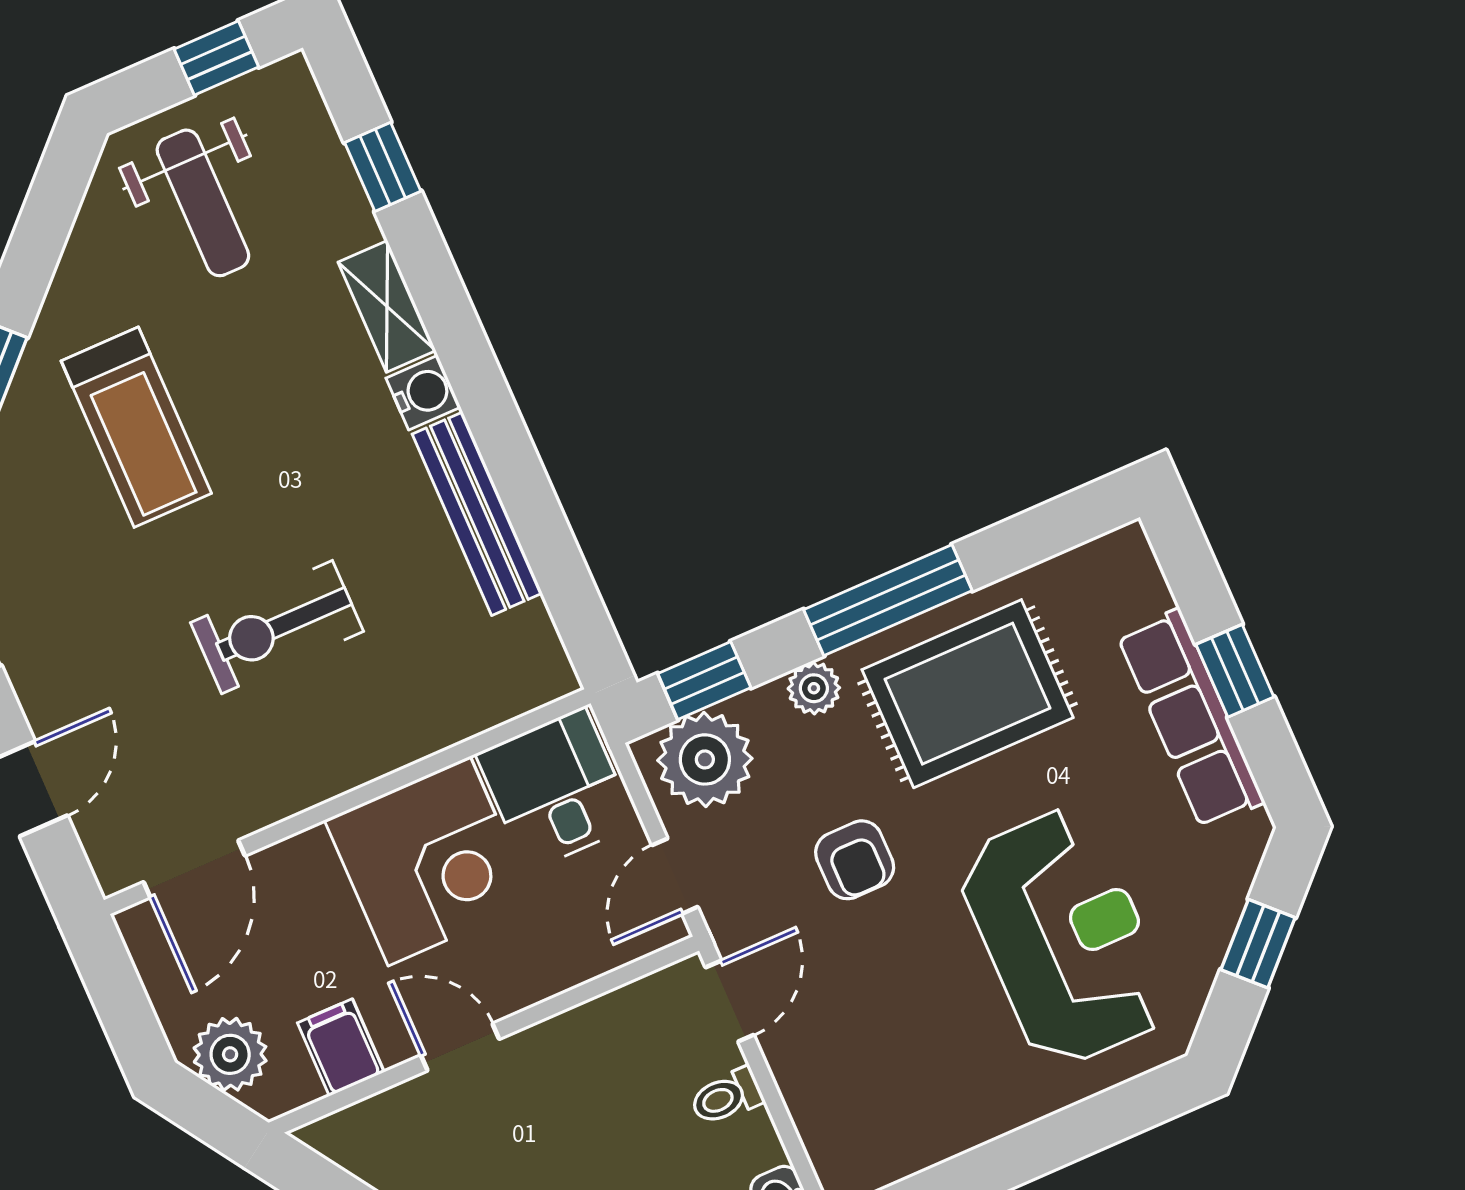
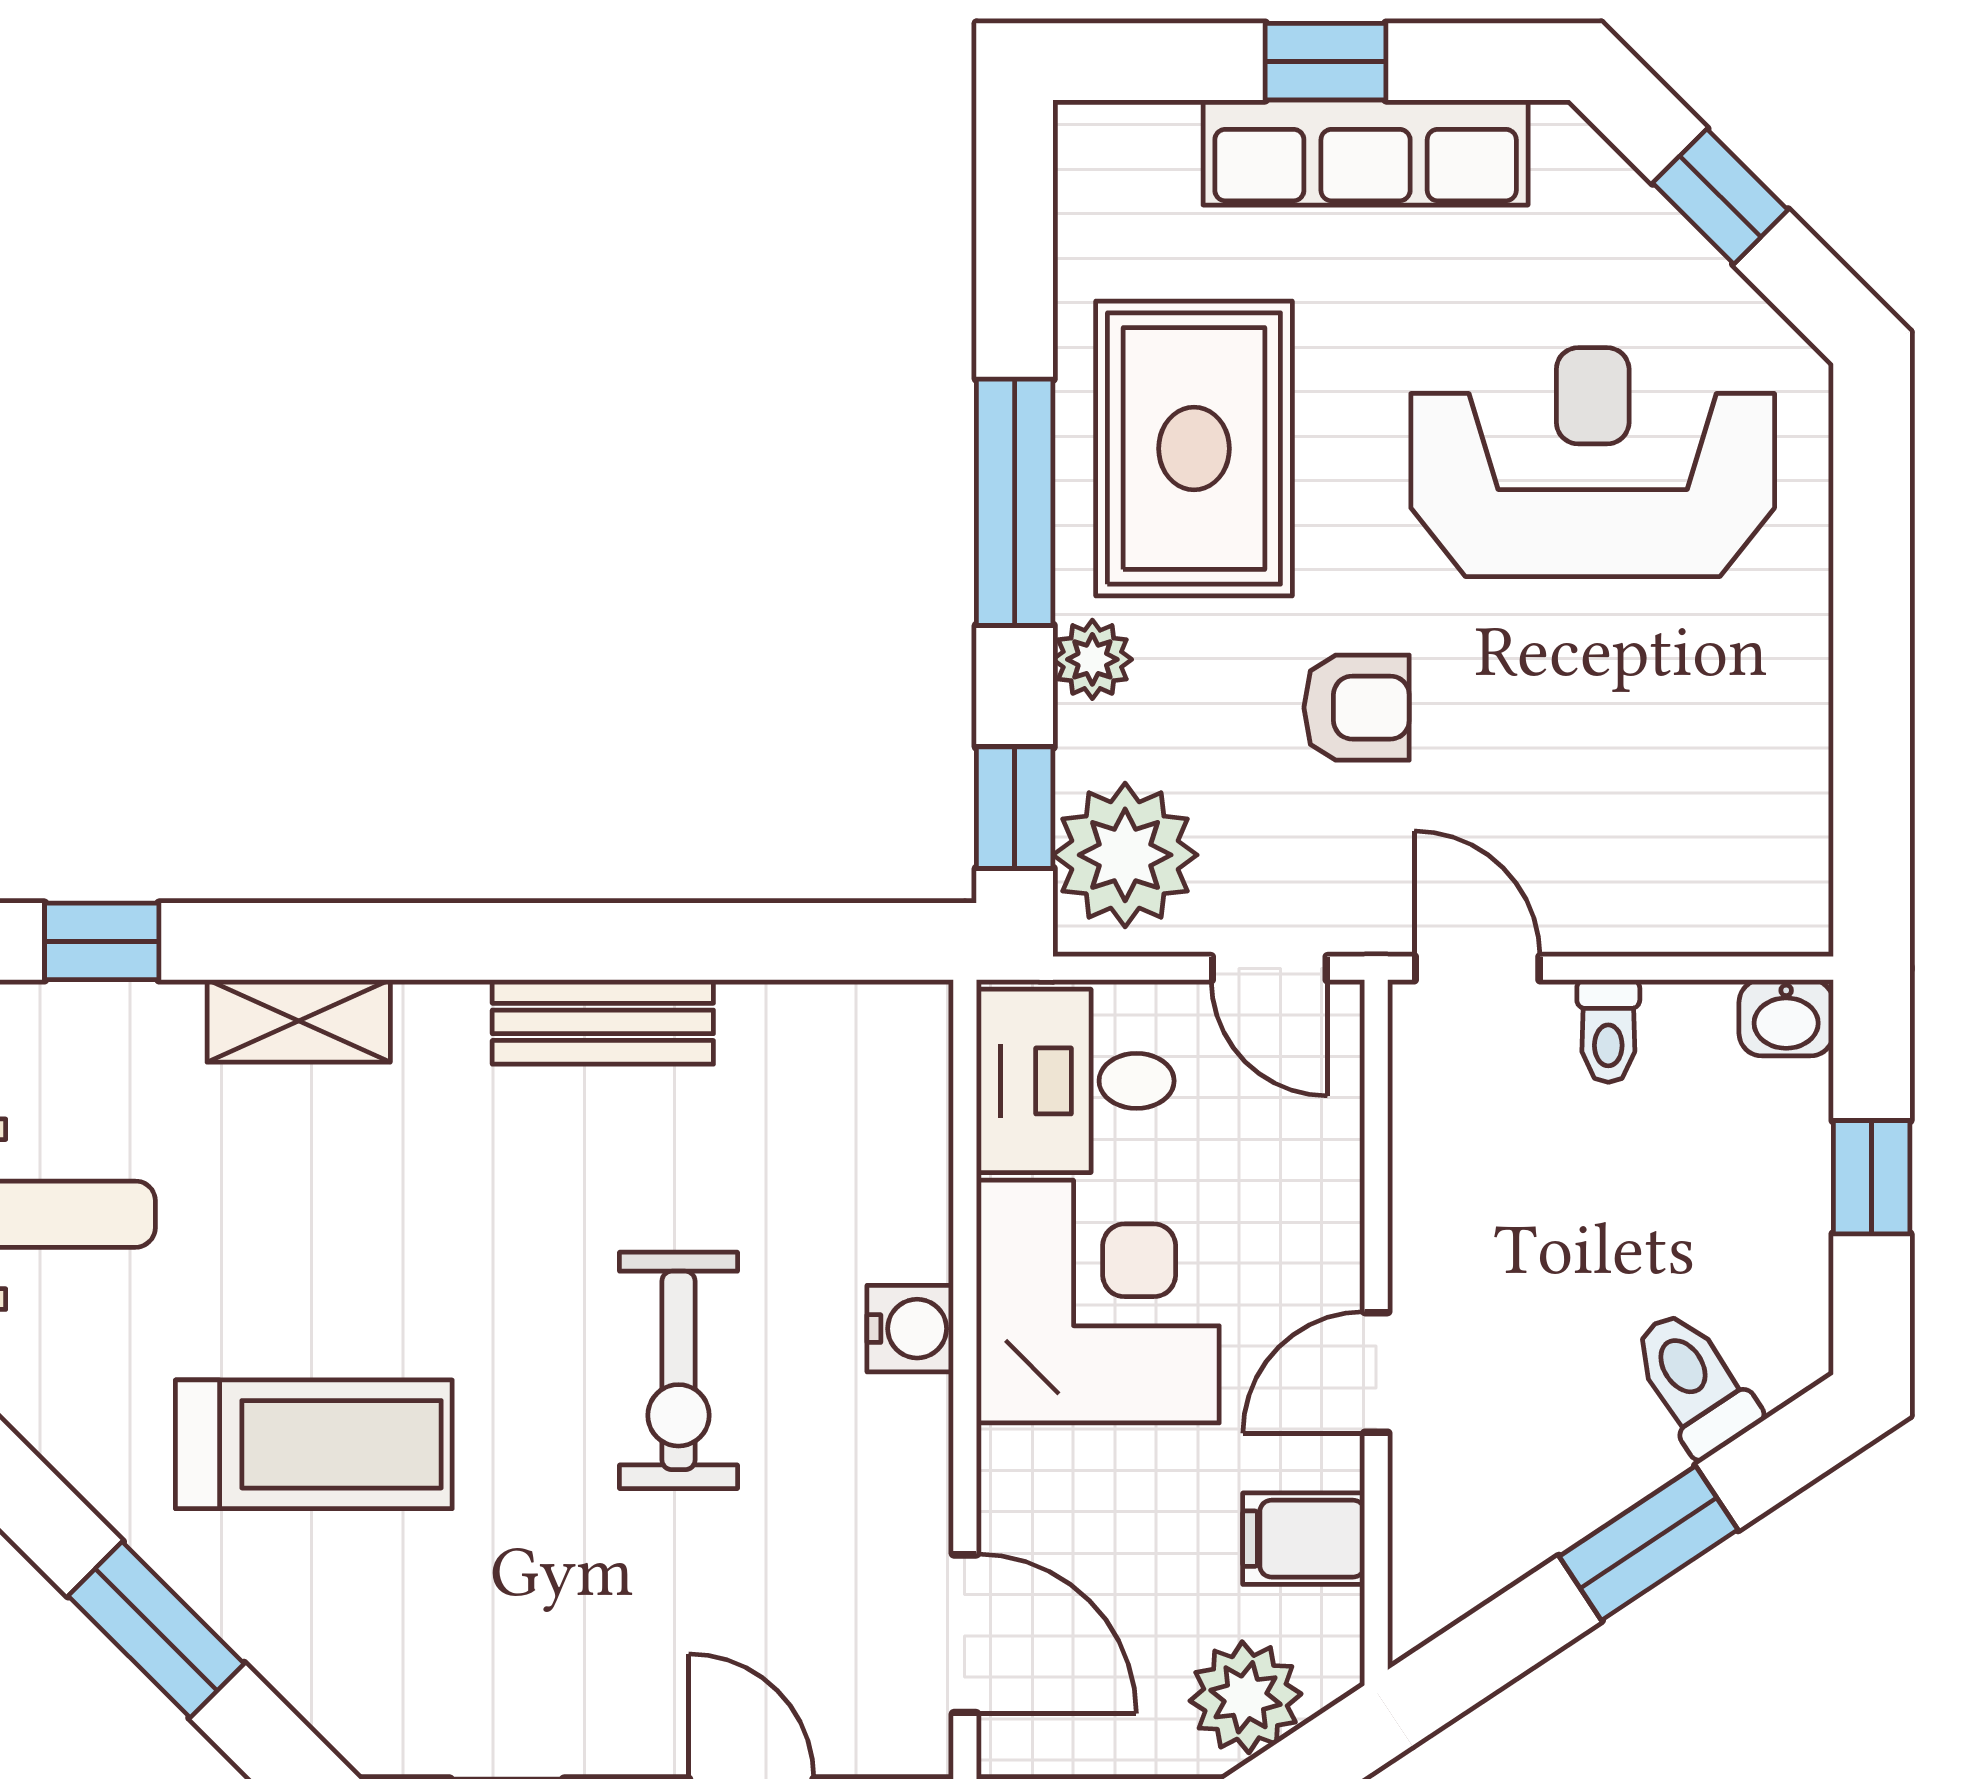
water cooler: (423, 393) -> (910, 1329), moved, turned 90
bench: (477, 514) -> (603, 1022), width x0.73

